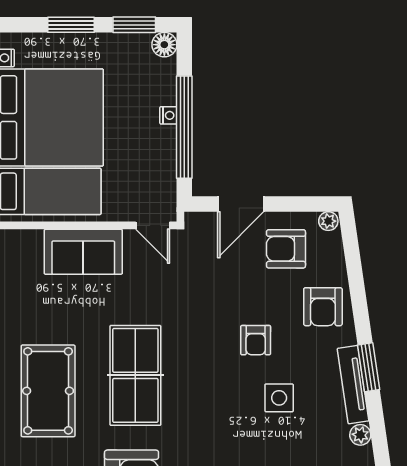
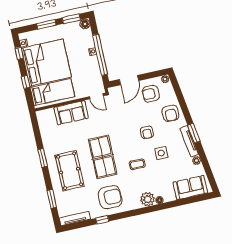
coffee table: (215, 412) -> (137, 164), added

